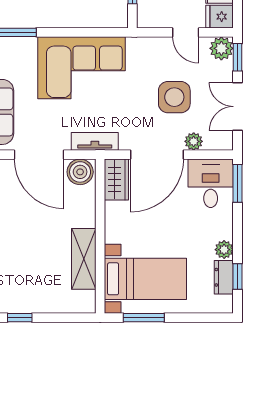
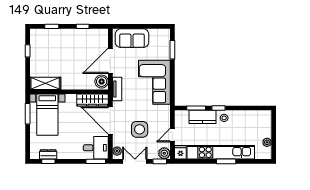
plant: (194, 141) -> (117, 151), moved
wardrobe: (116, 180) -> (92, 100), width x1.50
plant: (224, 250) -> (62, 155), removed
shelving: (84, 259) -> (45, 83), moved

